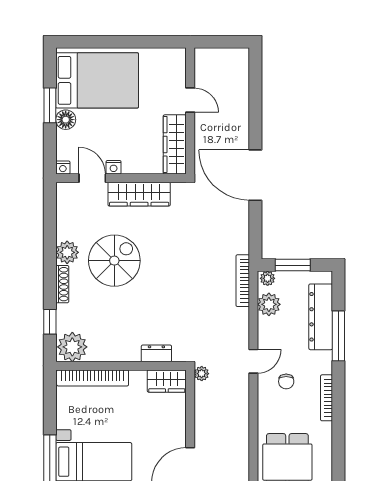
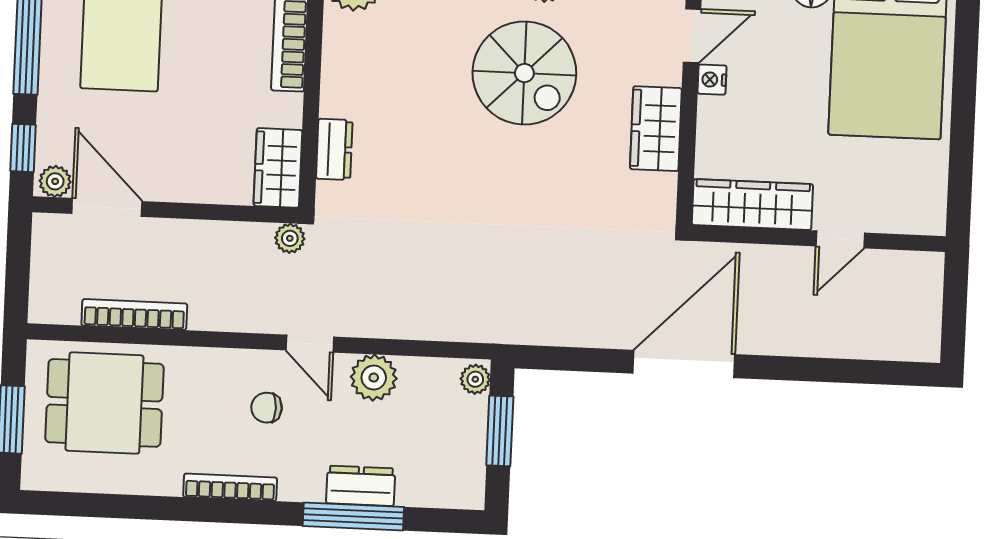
wardrobe: (139, 194) -> (656, 129), width x0.67
bookcase: (243, 281) -> (134, 315), moved
plant: (269, 304) -> (374, 378), moved
dresser: (321, 317) -> (361, 486), width x0.51, depth x0.80

